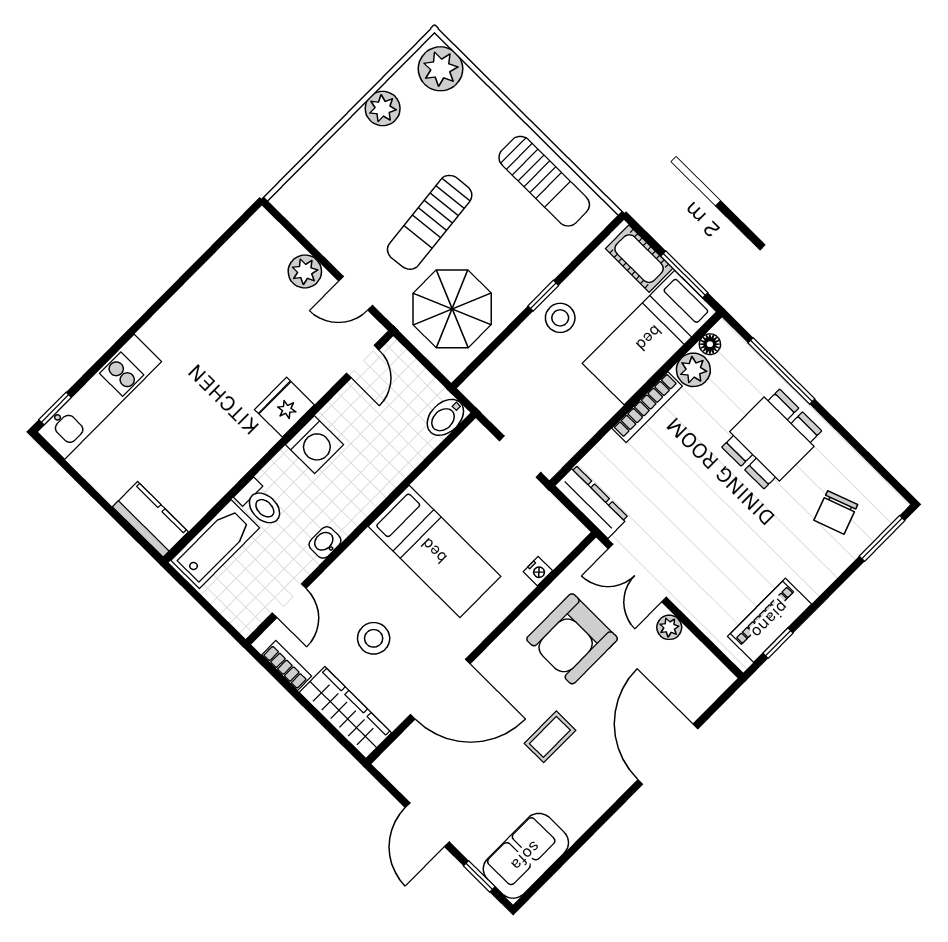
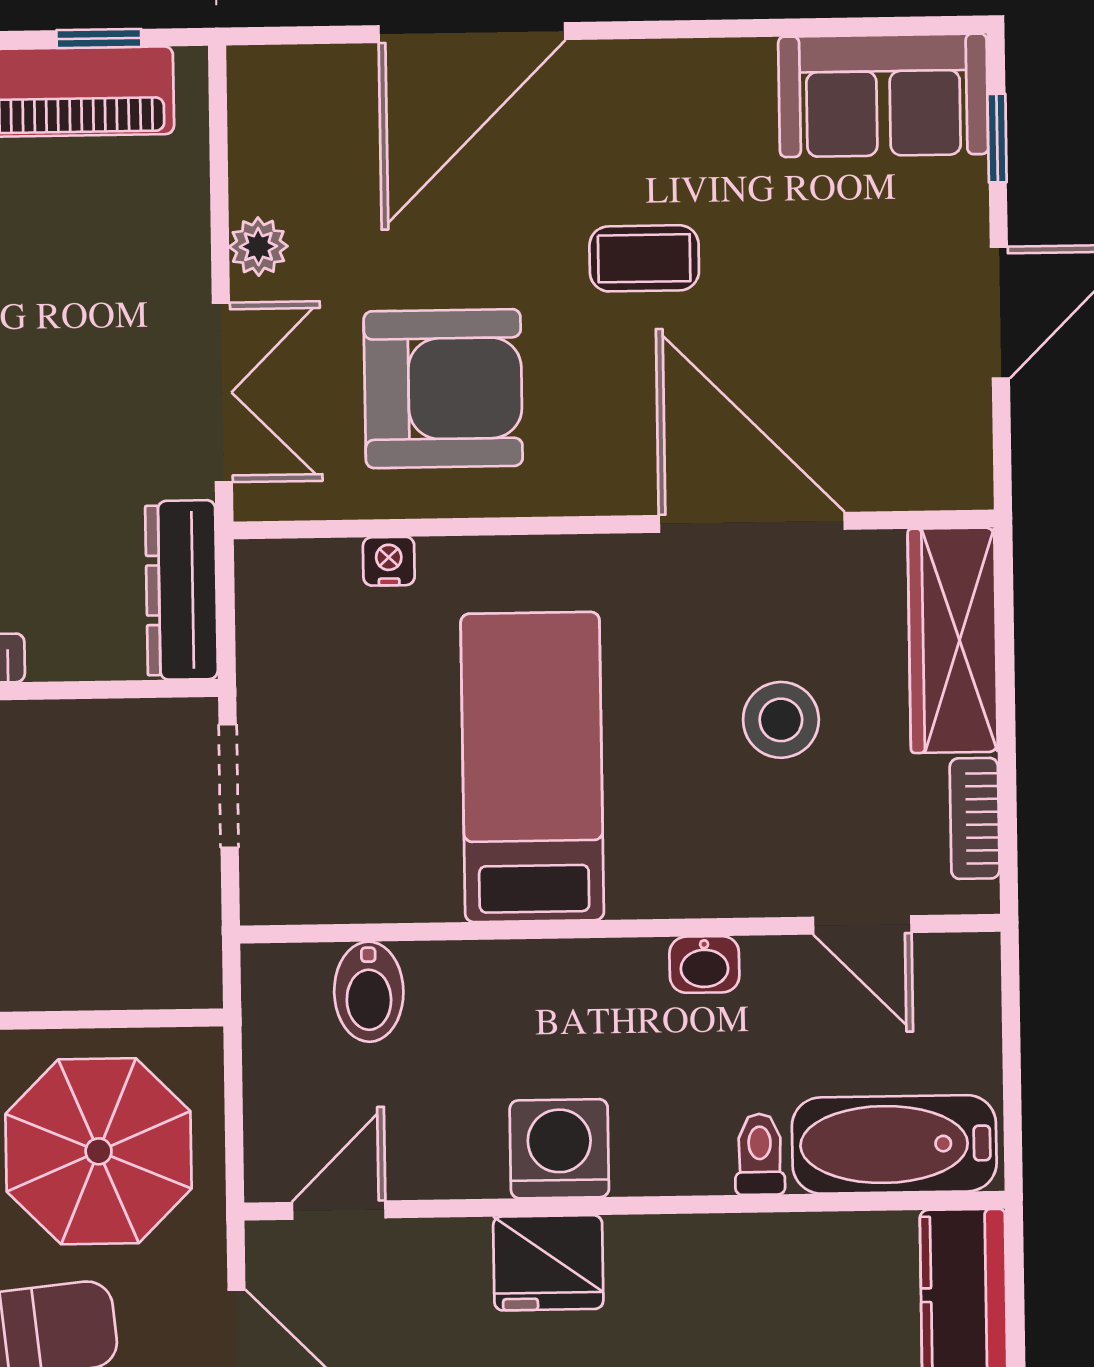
bidet: (445, 417) -> (369, 992), moved, turned 90
toilet: (260, 504) -> (760, 1154), width x0.73, depth x0.72
door: (289, 601) -> (862, 925), swing flipped

